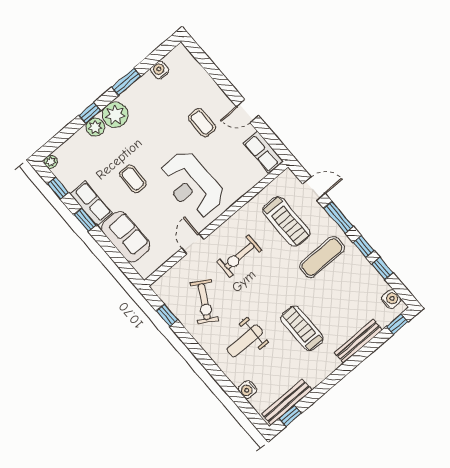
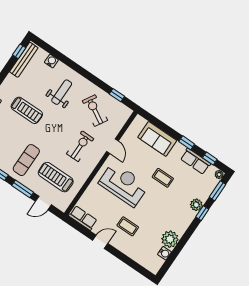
window: (126, 82) -> (217, 191), moved
plant: (115, 115) -> (170, 239), moved
row of seats: (91, 203) -> (195, 161), moved

